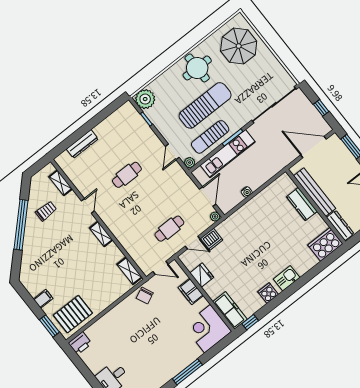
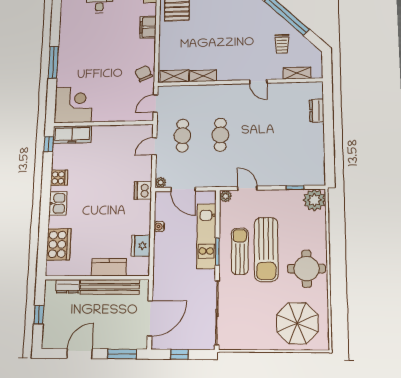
sun lounger: (210, 137) -> (240, 251), moved
dresser: (82, 144) -> (317, 111), width x0.70
cafe table: (127, 175) -> (220, 135), moved
dresser: (340, 226) -> (68, 286), width x0.70
shelving: (101, 234) -> (203, 76), moved
dishwasher: (212, 239) -> (143, 190), moved
cooker: (325, 244) -> (59, 244), moved
fridge: (202, 275) -> (141, 246), moved, turned 90
filing cabinet: (191, 291) -> (148, 27), moved, turned -90

